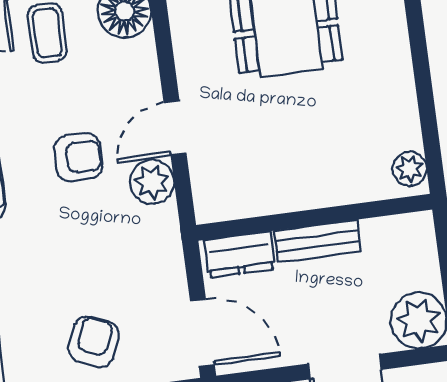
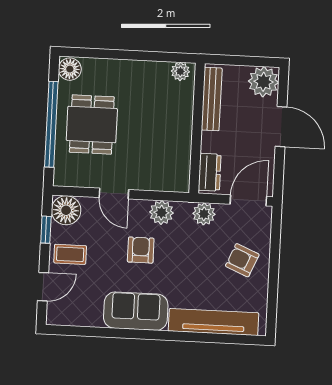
door: (175, 128) -> (114, 194), moved
bench: (317, 241) -> (212, 99), moved, width x1.36
plant: (164, 258) -> (204, 214), added

